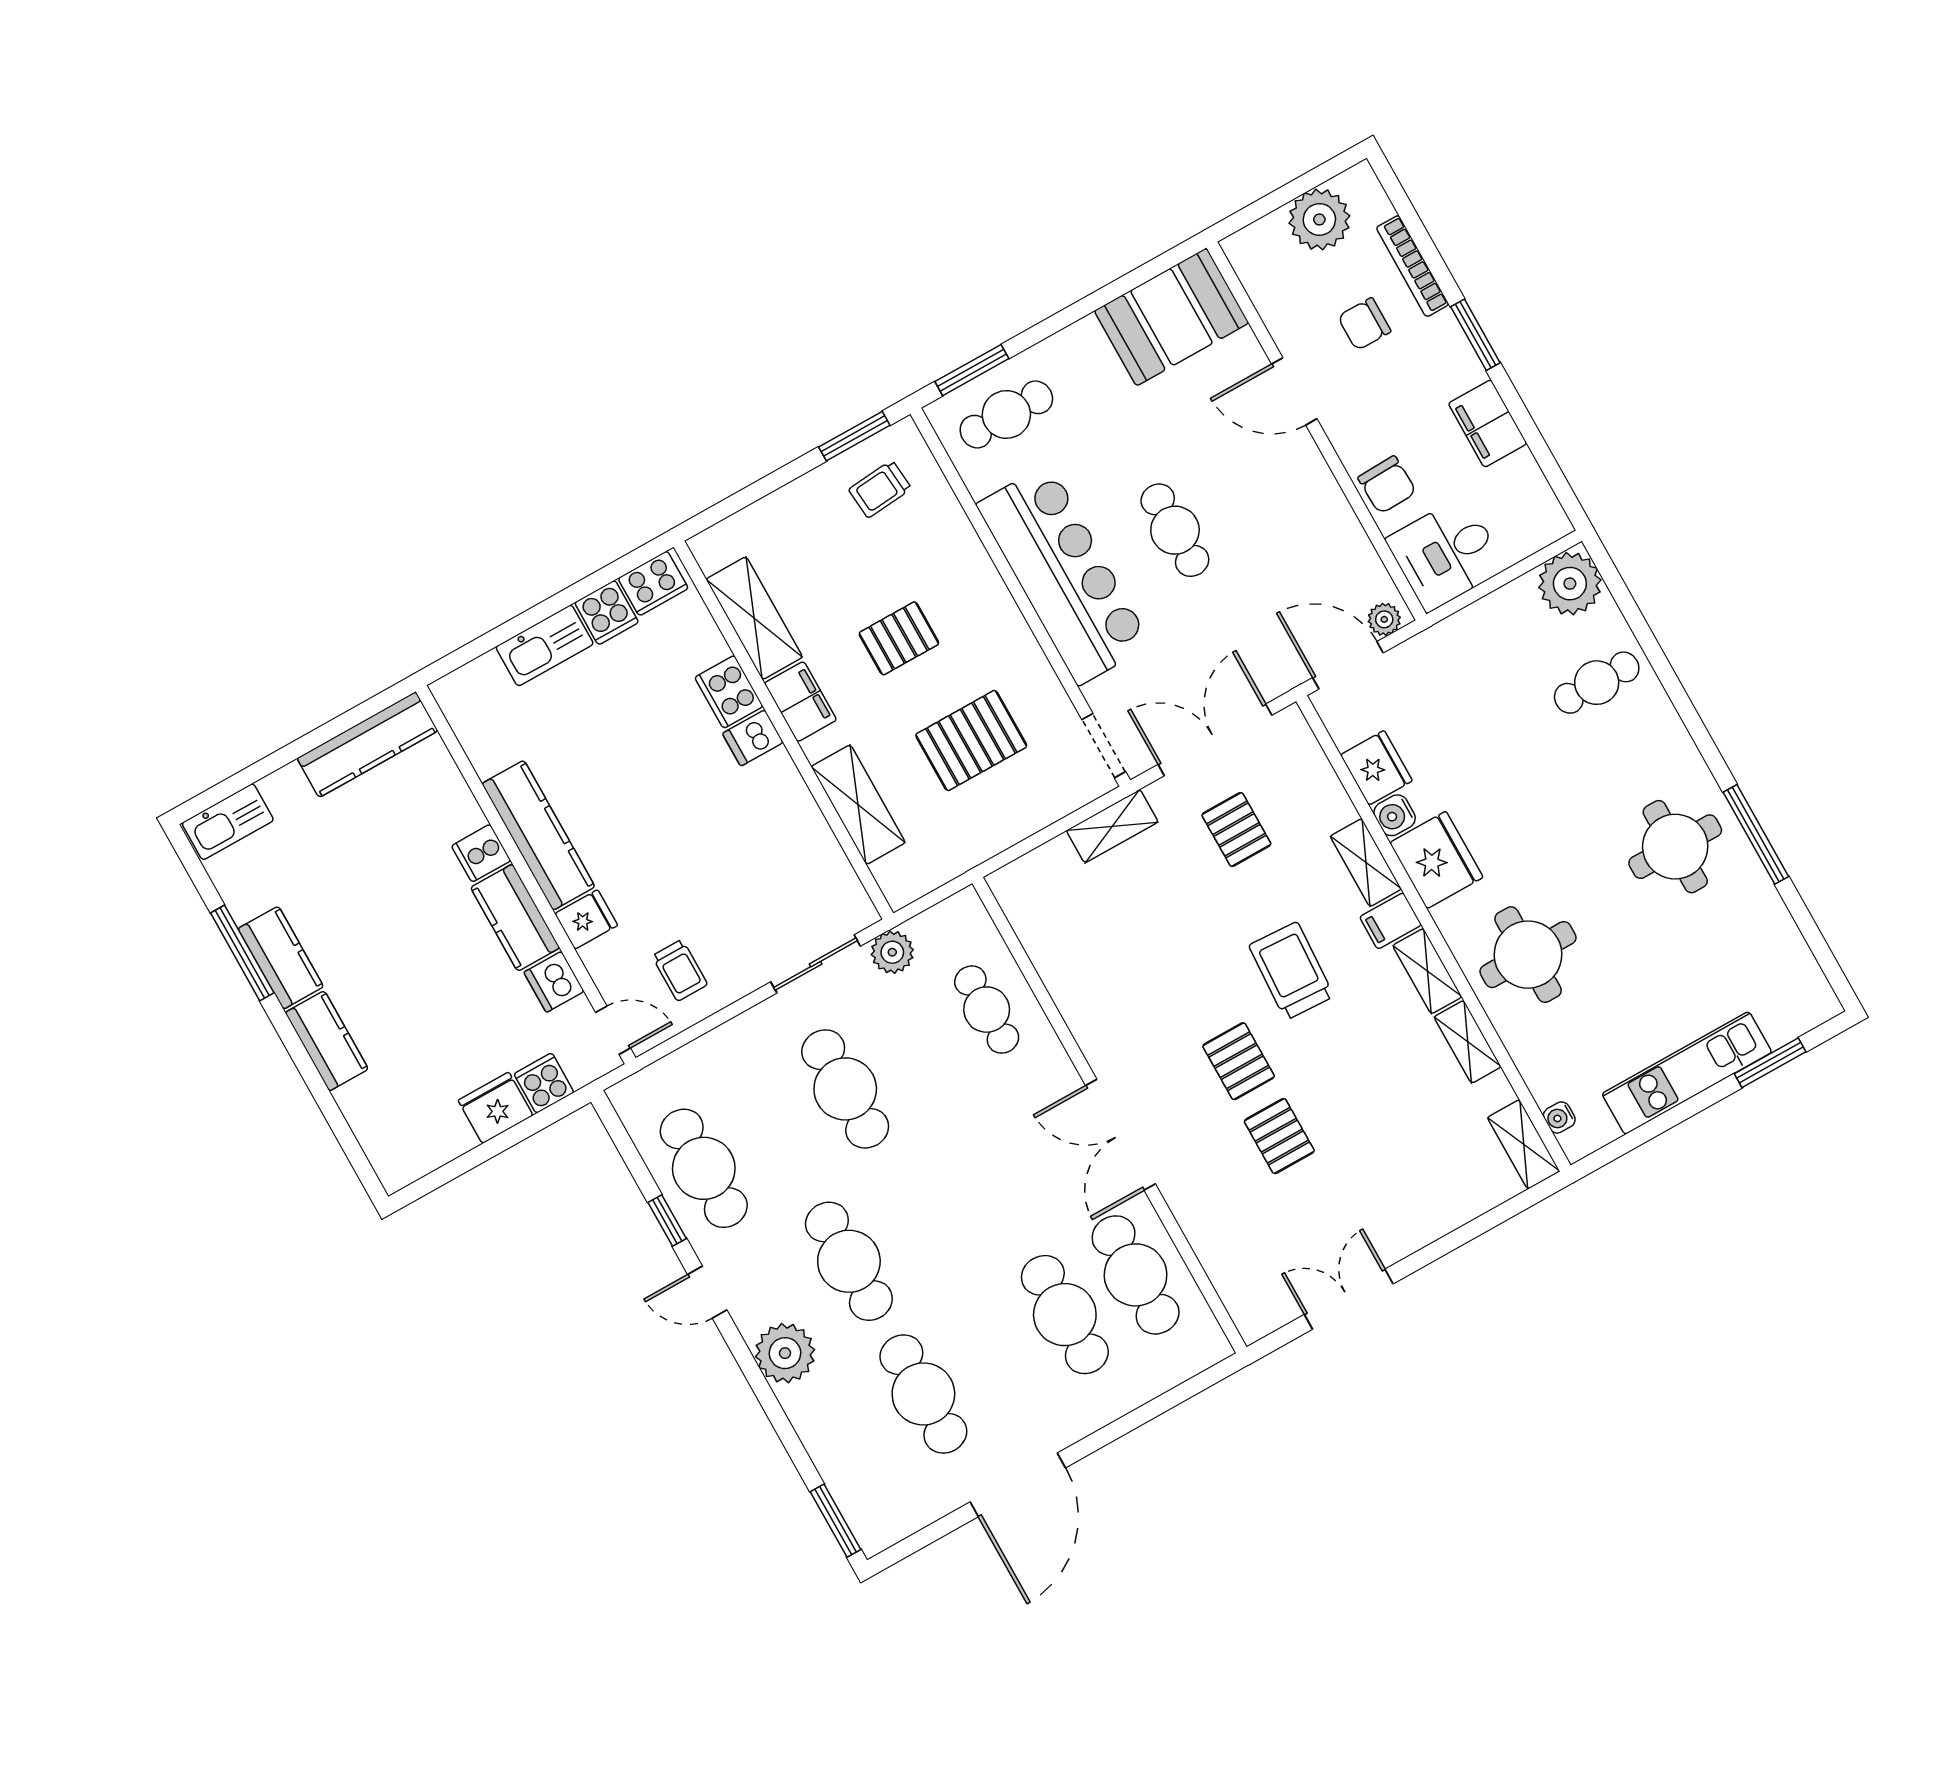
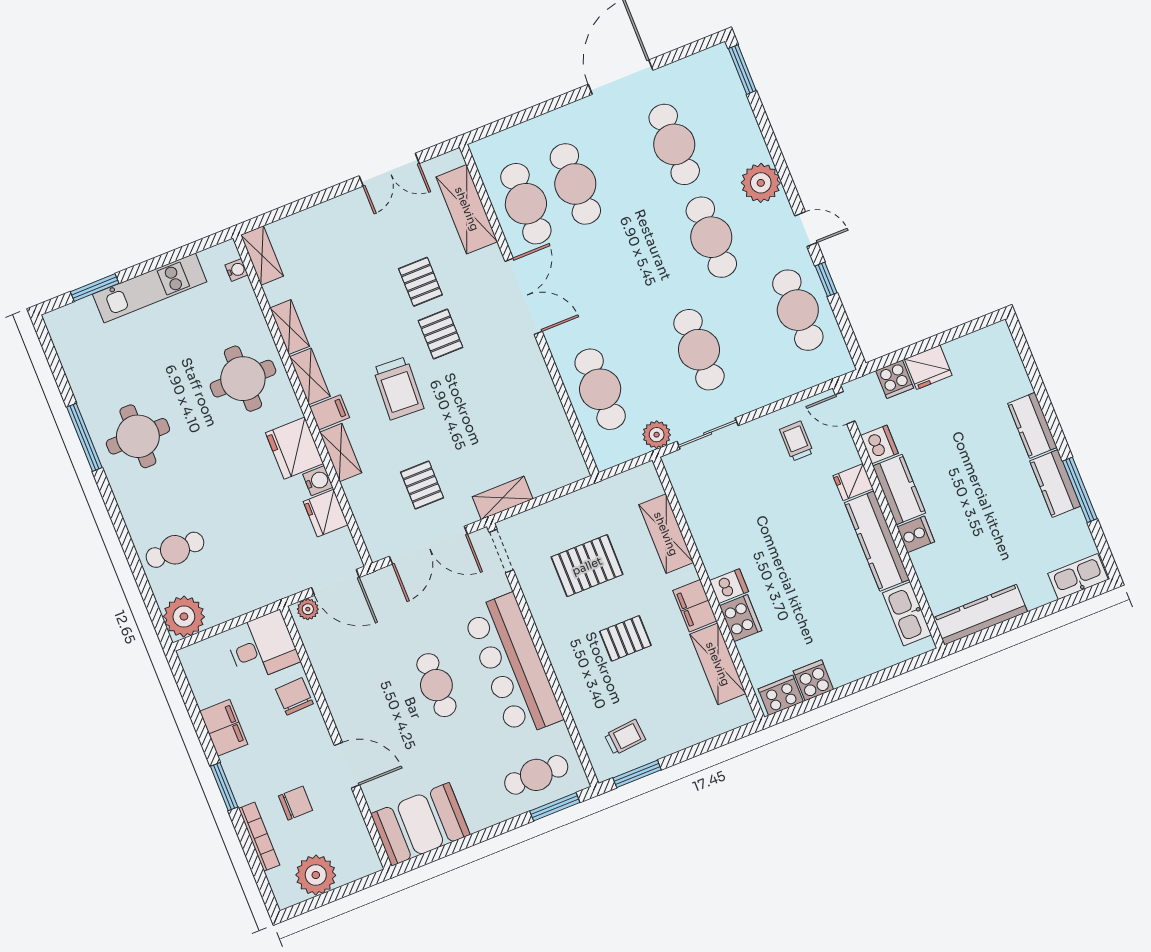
kitchen sink: (545, 645) -> (907, 614), moved, turned -90
cafe table: (987, 1010) -> (600, 389), width x1.37, depth x1.35
shelving: (1224, 1255) -> (467, 209), added

